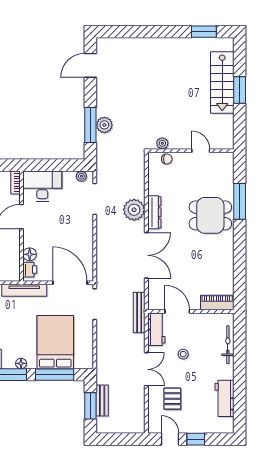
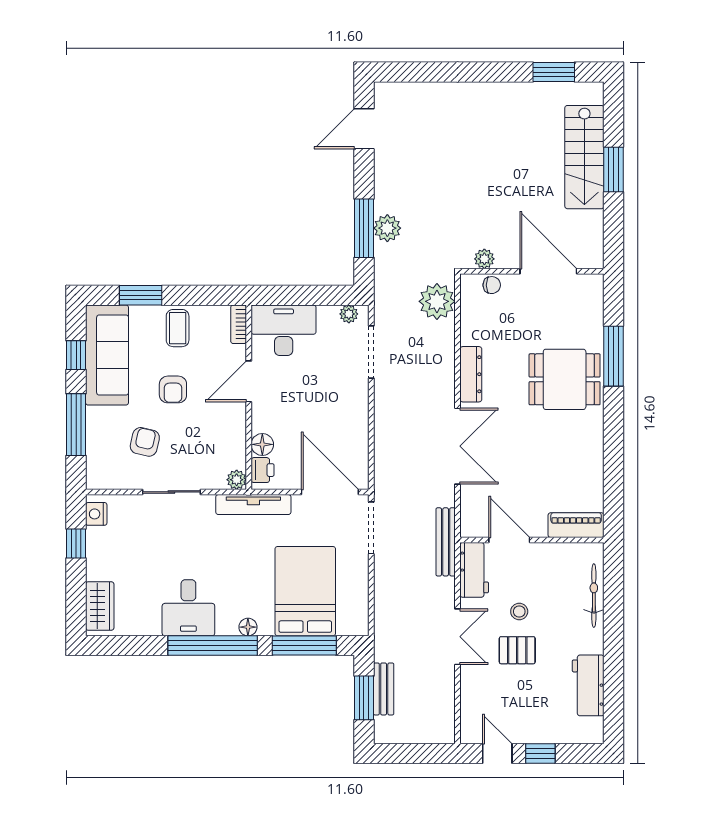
door: (201, 151) -> (548, 271), width x1.87
plant: (134, 210) -> (437, 301), moved
plant: (14, 275) -> (237, 480), added
pallet: (172, 399) -> (517, 650), moved, turned 90

